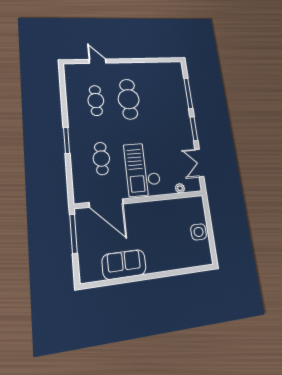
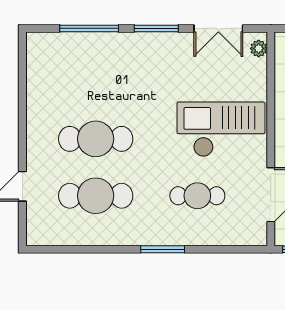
cafe table: (96, 101) -> (96, 196), width x1.37, depth x1.35
checkout: (142, 169) -> (221, 129), turned 180
plant: (180, 188) -> (259, 48), moved

